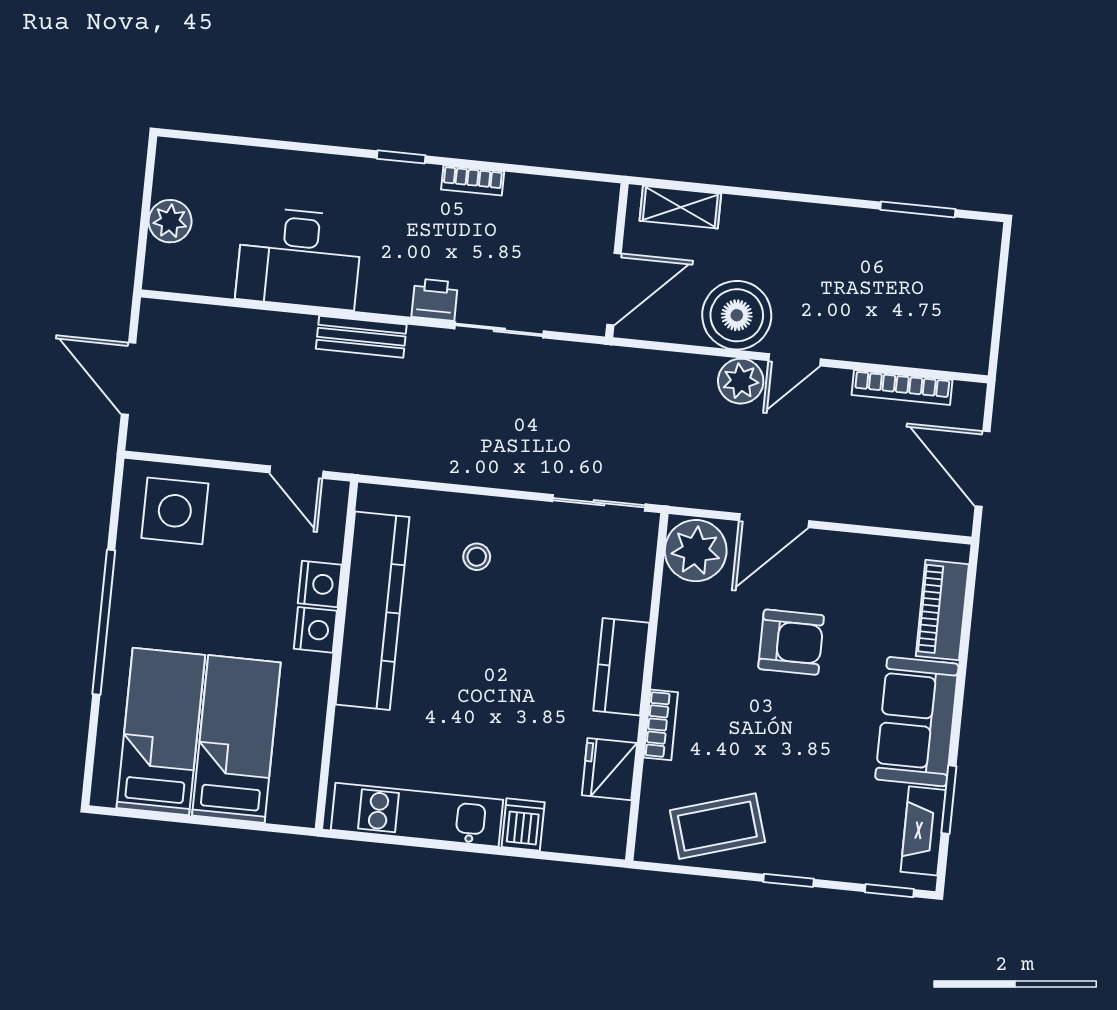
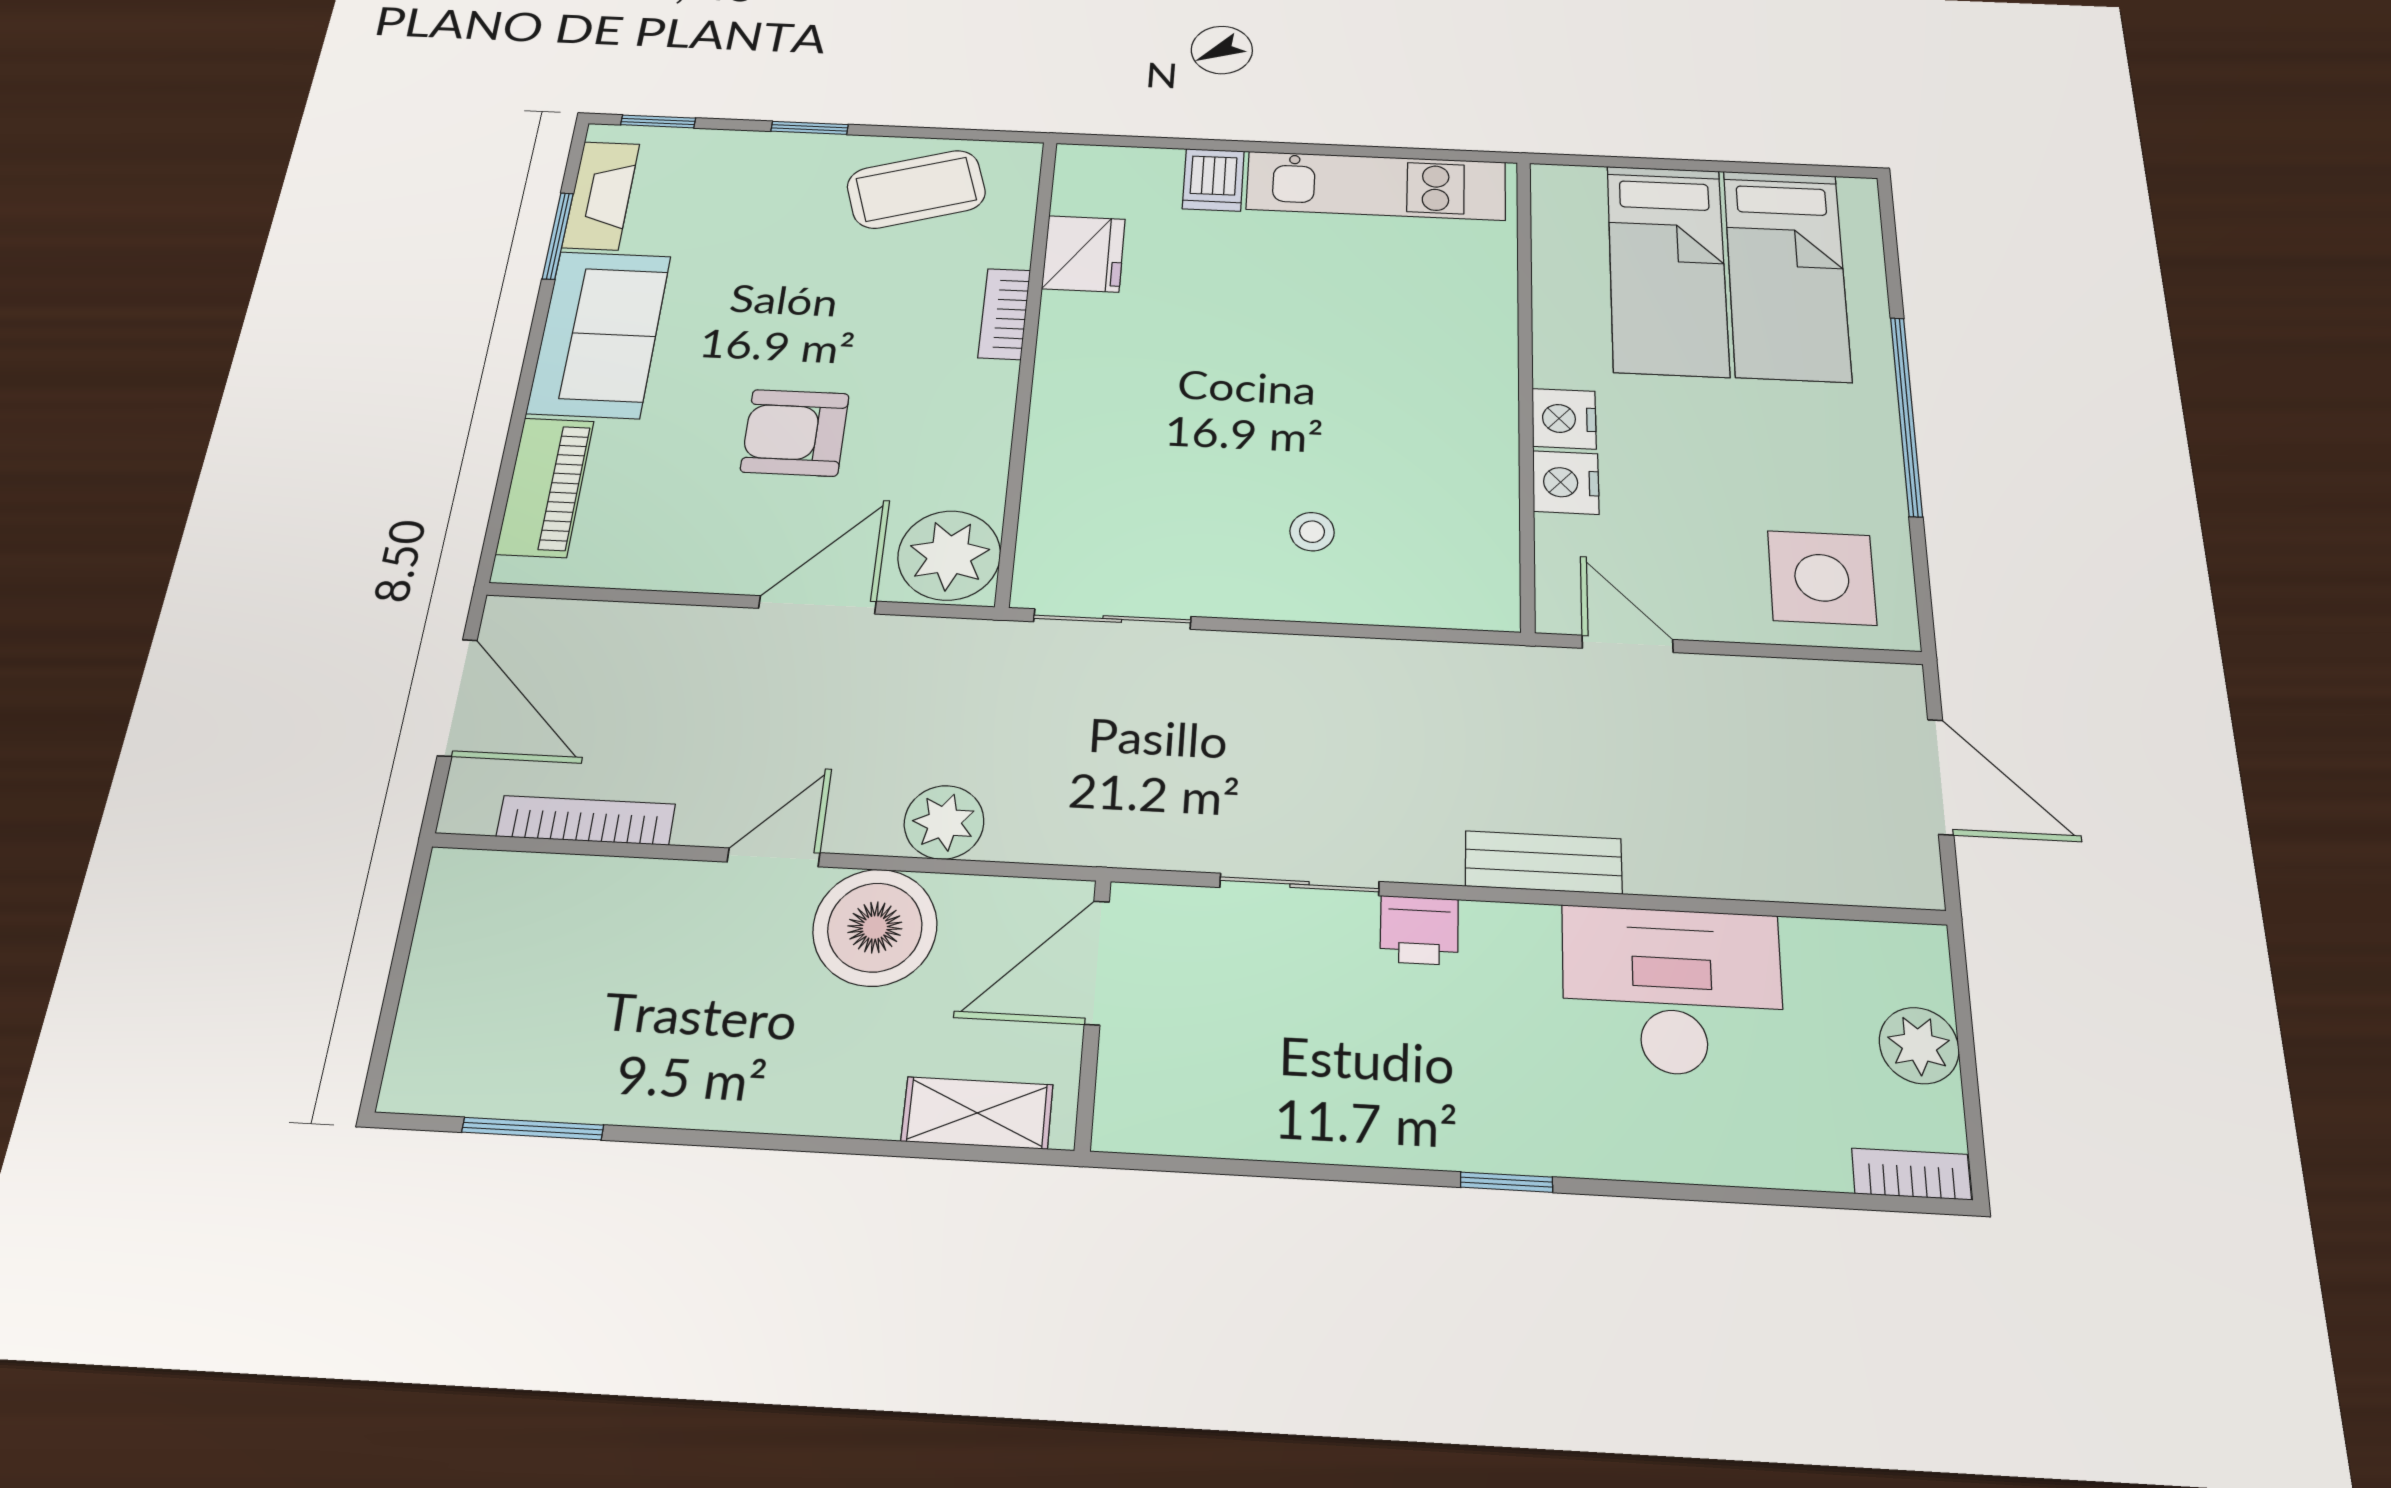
bookcase: (473, 181) -> (1911, 1174), moved
plant: (741, 381) -> (944, 822), moved
kitchen counter: (372, 611) -> (1475, 449), removed
kitchen counter: (621, 667) -> (1069, 388), removed

